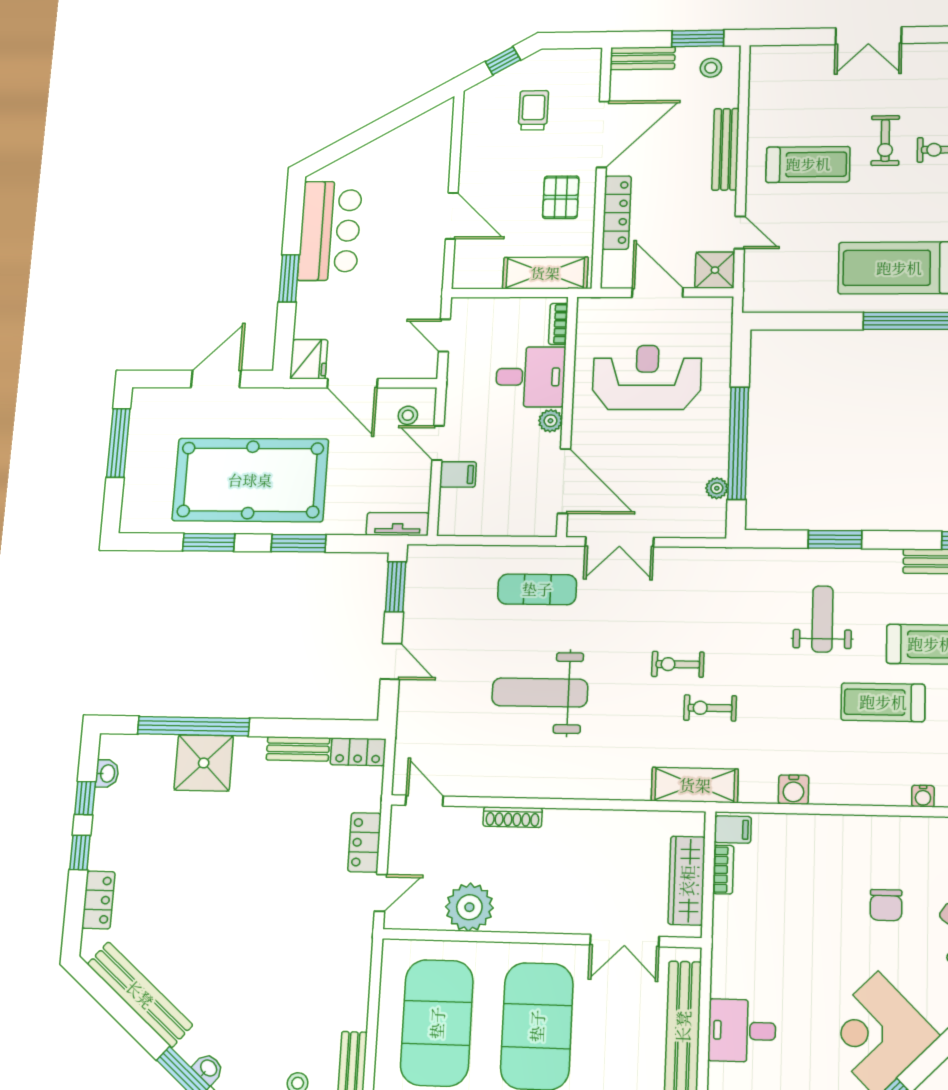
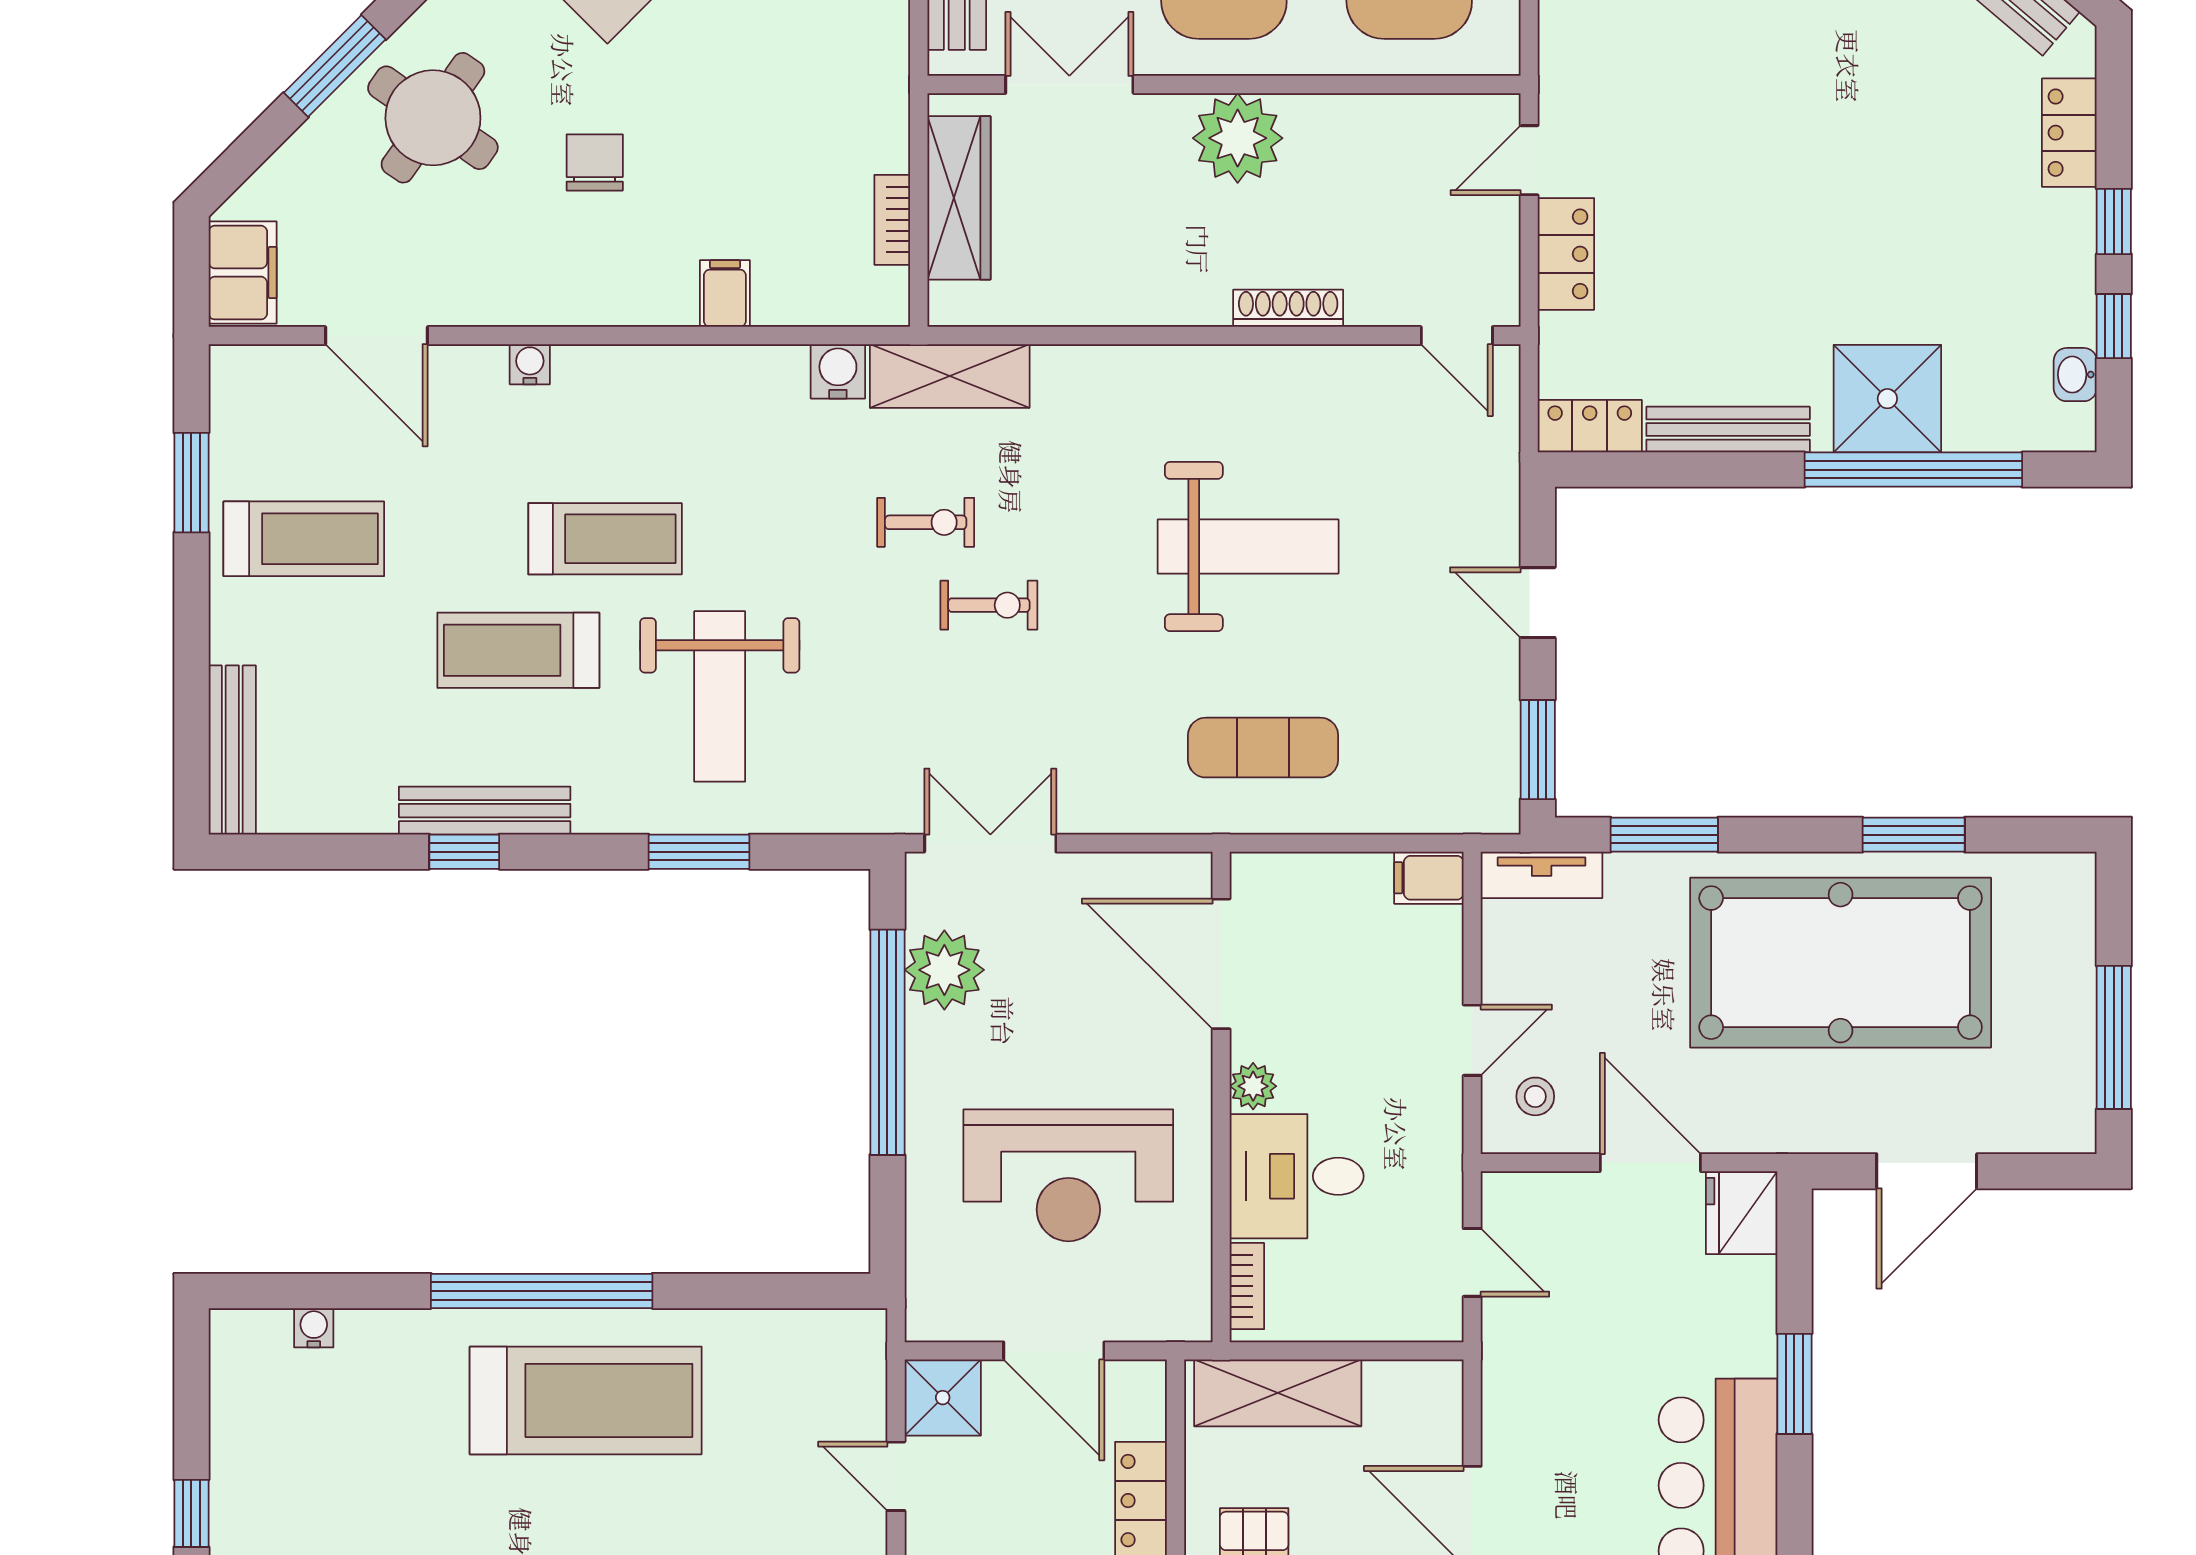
door: (438, 443) -> (1472, 1040), hinge flipped
filing cabinet: (458, 474) -> (1429, 878), moved
plant: (717, 488) -> (944, 970), width x1.88, depth x1.88
double door: (619, 542) -> (990, 843), moved
window: (299, 543) -> (1664, 835), moved
weight bench: (822, 619) -> (720, 696), width x1.36, depth x1.33
bench: (298, 749) -> (1728, 430), width x1.36
water cooler: (793, 790) -> (838, 371), moved
filing cabinet: (733, 829) -> (725, 294), moved, turned 90
plant: (469, 907) -> (1238, 138), moved

